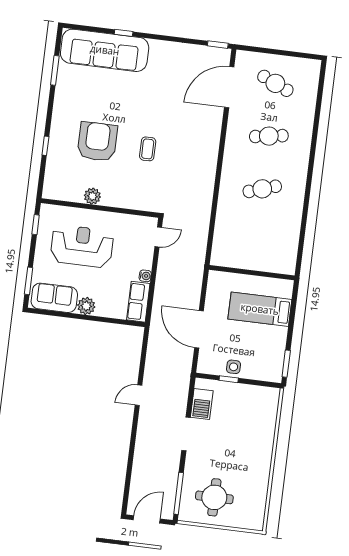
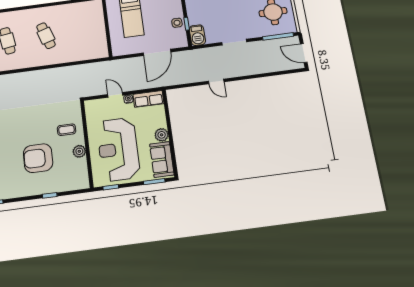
coffee table: (148, 149) -> (67, 130), moved
door: (158, 237) -> (115, 95), moved
reception desk: (82, 246) -> (118, 149), width x1.36, depth x1.30
barbecue: (202, 404) -> (197, 35), moved, turned 90

